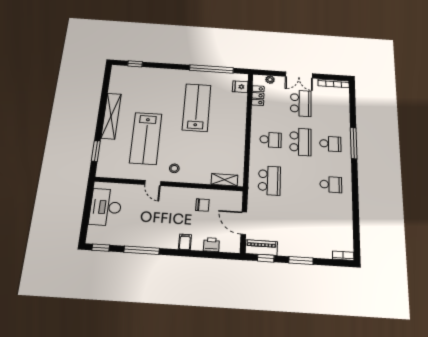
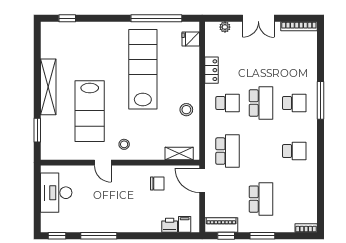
locker: (258, 96) -> (212, 70), moved
school desk: (301, 103) -> (261, 199), moved
lab bench: (197, 107) -> (143, 69), width x1.36
stool: (233, 143) -> (186, 110), added
door: (244, 223) -> (202, 181), moved
filing cabinet: (185, 242) -> (185, 224), moved

